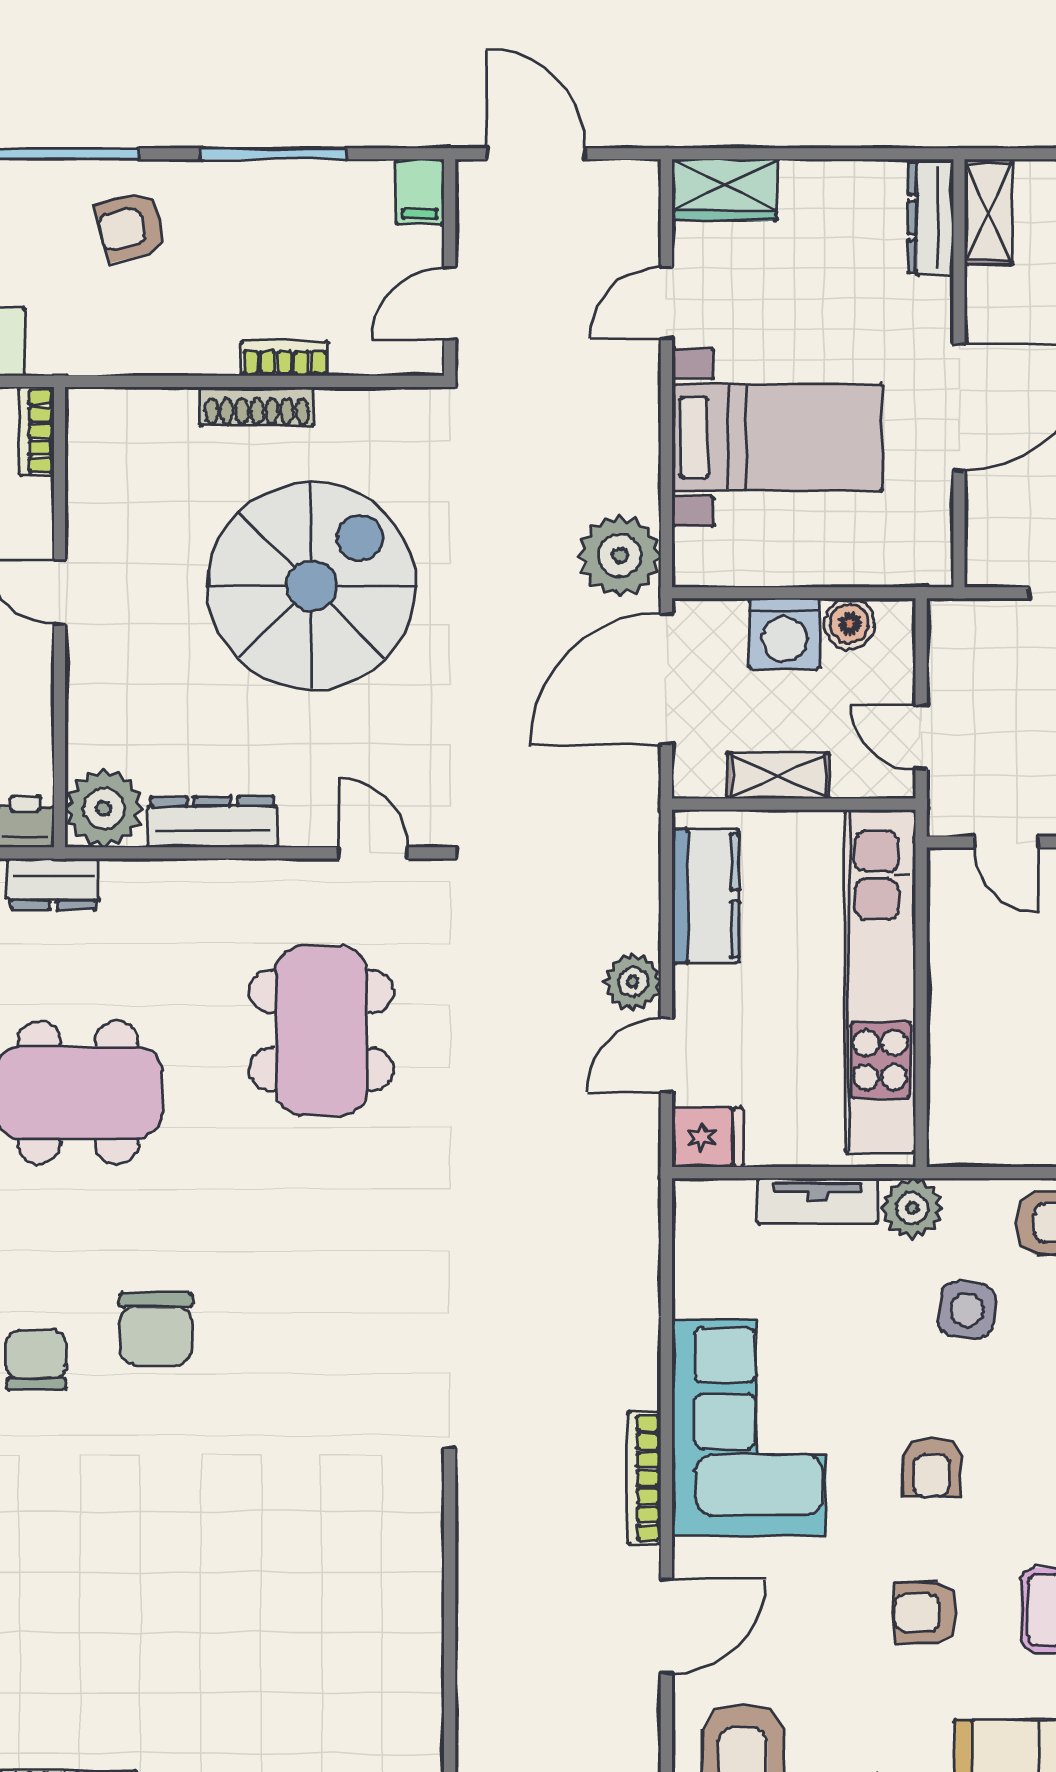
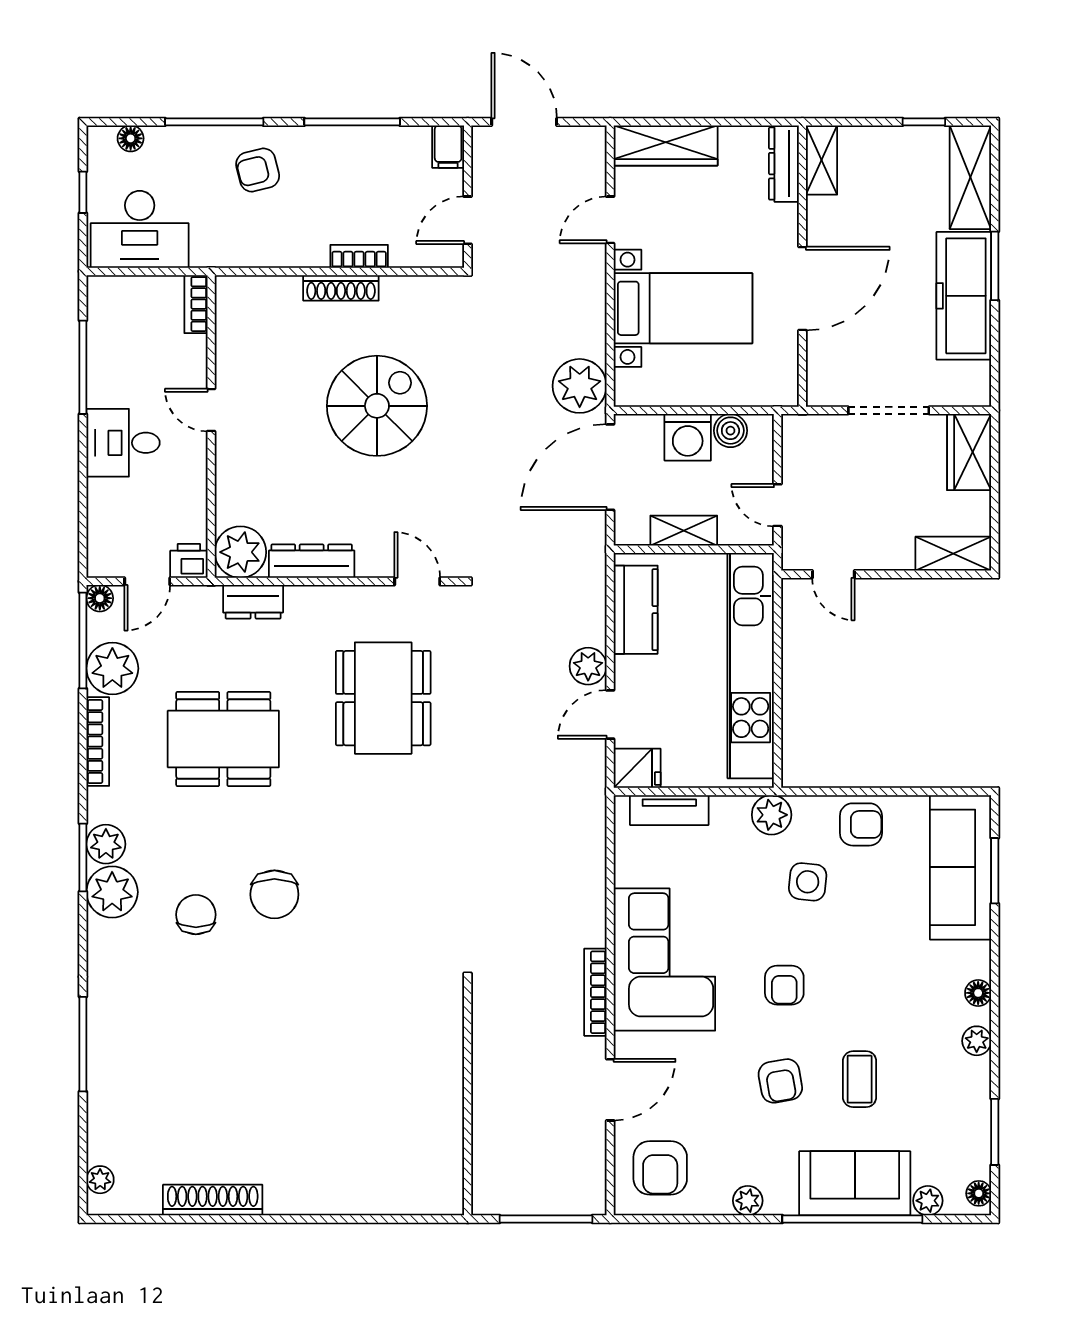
wardrobe: (725, 190) -> (666, 145), width x1.50
spiral stairs: (312, 586) -> (377, 406), width x0.73, depth x0.73
dresser: (53, 884) -> (253, 602), moved
tv unit: (818, 1201) -> (669, 810), moved
armchair: (925, 1613) -> (780, 1081), turned -100

